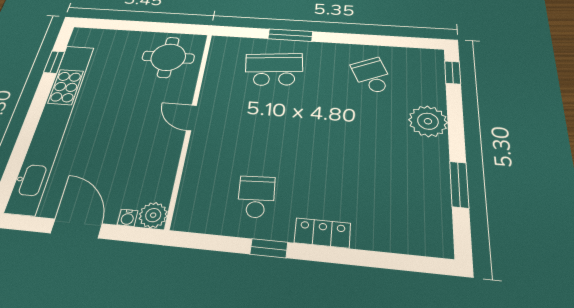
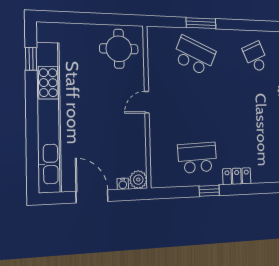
school desk: (274, 69) -> (194, 56), turned 30
door: (191, 118) -> (147, 102), hinge flipped
school desk: (256, 197) -> (197, 158), width x1.85

